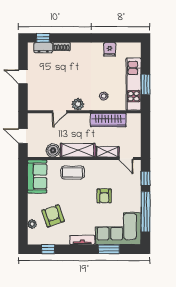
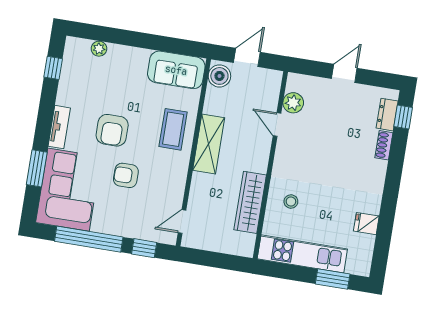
window: (146, 84) -> (333, 279), moved
plant: (78, 104) -> (293, 103), moved
boiler: (53, 150) -> (219, 76), moved
shelving: (107, 152) -> (198, 192), removed
armchair: (53, 216) -> (112, 130), moved, turned 109

